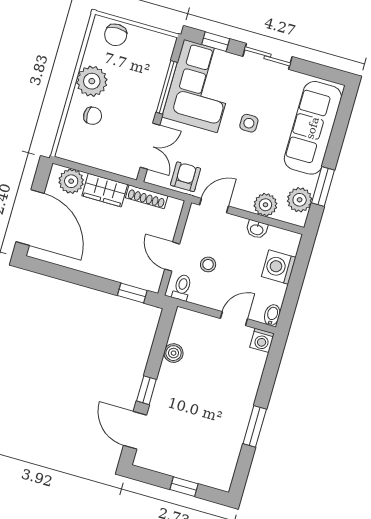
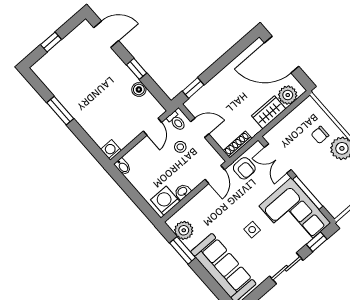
shoe rack: (147, 197) -> (238, 145), moved
plant: (265, 205) -> (194, 207), removed
washing machine: (279, 267) -> (165, 201), moved, turned -90
door: (234, 319) -> (152, 127), moved
window: (146, 390) -> (137, 69), moved

